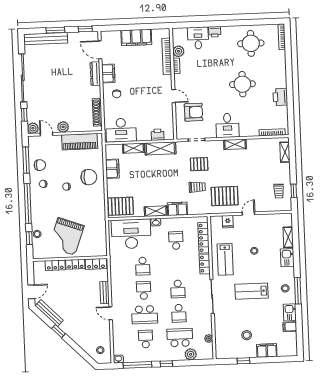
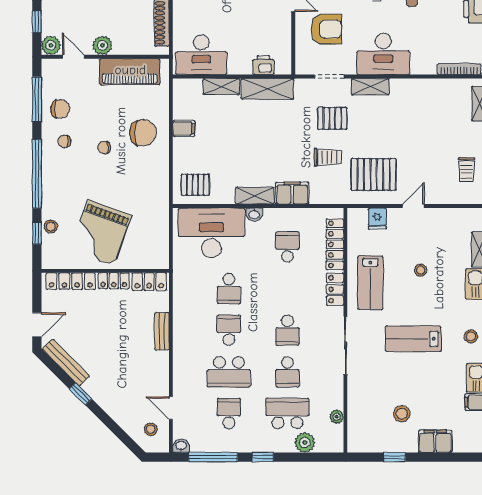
desk: (227, 125) -> (383, 54), width x1.37
shelving: (235, 144) -> (370, 87), moved
filing cabinet: (112, 169) -> (184, 128), width x0.50
pallet: (121, 206) -> (195, 185), width x0.67, depth x0.71
locker: (55, 265) -> (71, 281), width x1.53
door: (111, 313) -> (171, 408), moved

